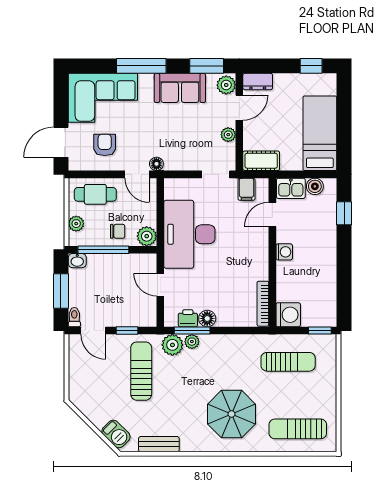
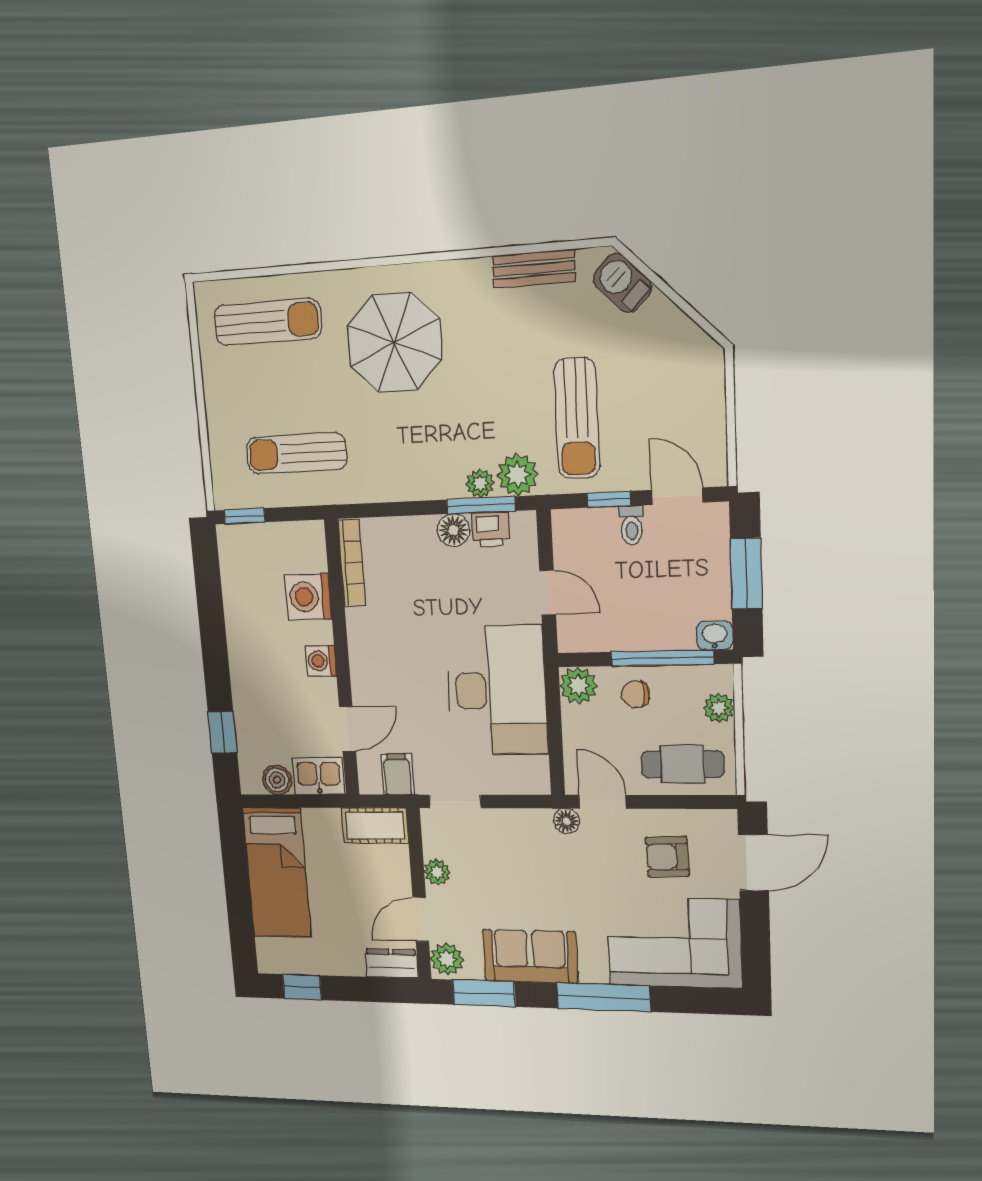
armchair: (105, 145) -> (667, 857), turned 88
washing machine: (288, 315) -> (308, 597), moved
toilet: (74, 317) -> (632, 525), moved

